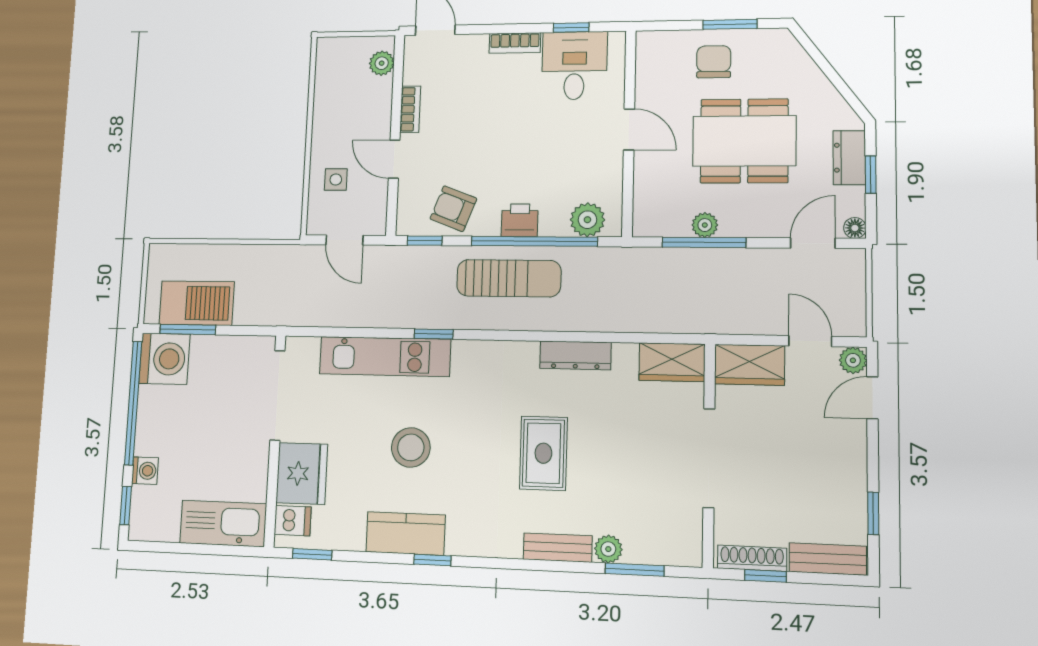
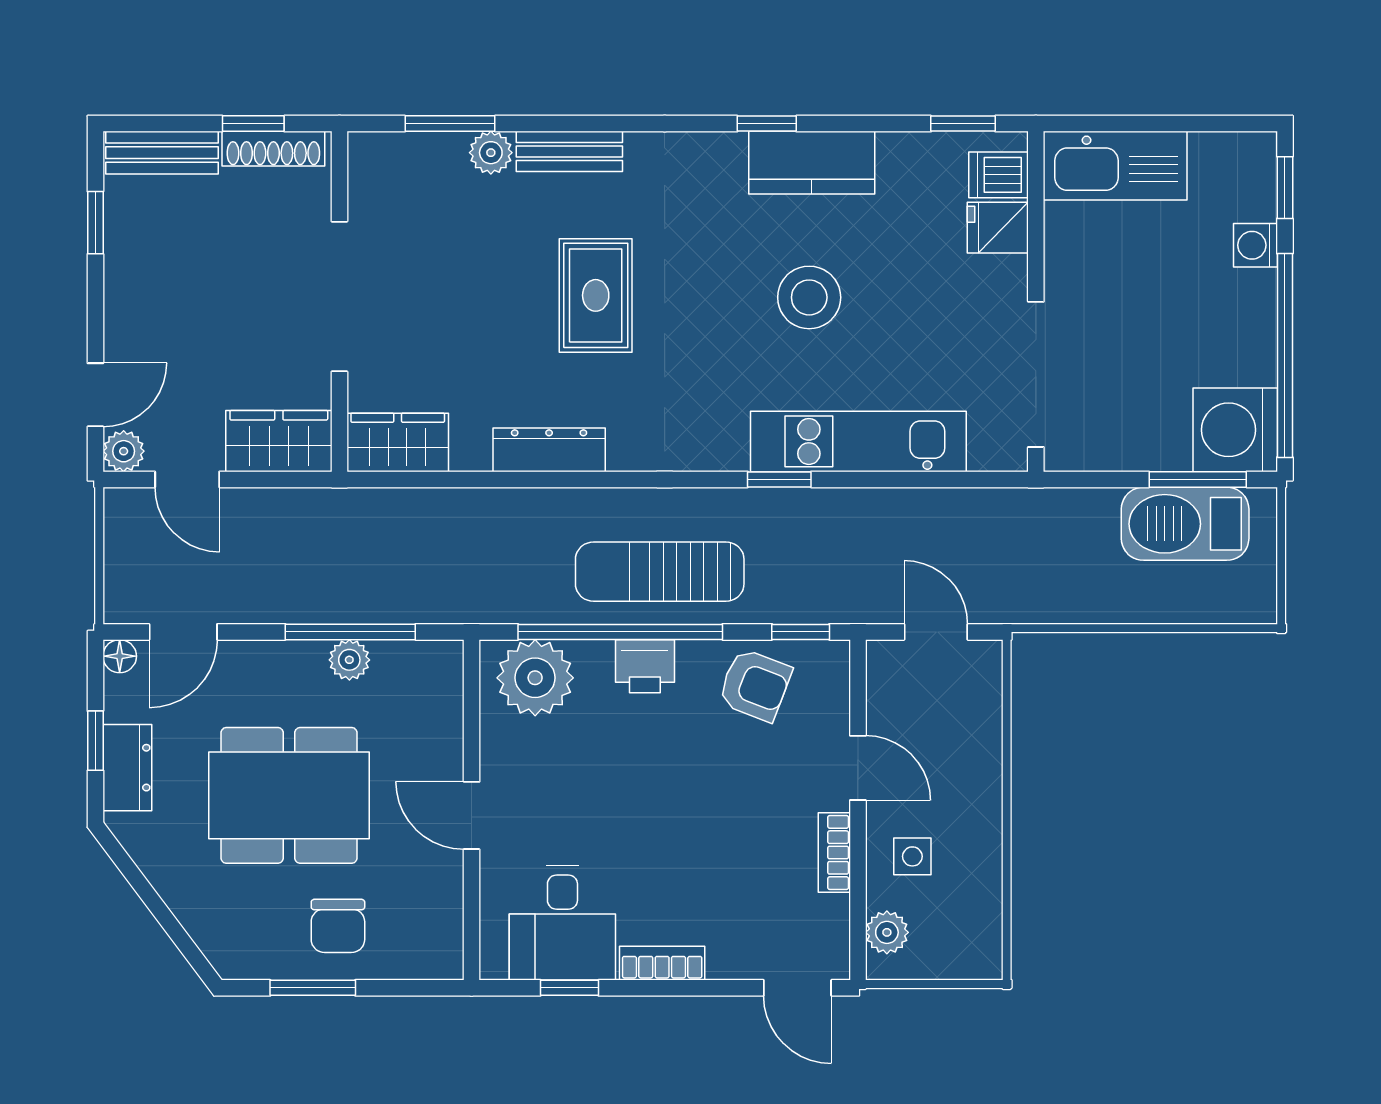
side table: (336, 180) -> (912, 856), moved
plant: (587, 220) -> (535, 678), width x1.36, depth x1.36
fridge: (302, 473) -> (998, 228), width x0.53, depth x0.75

